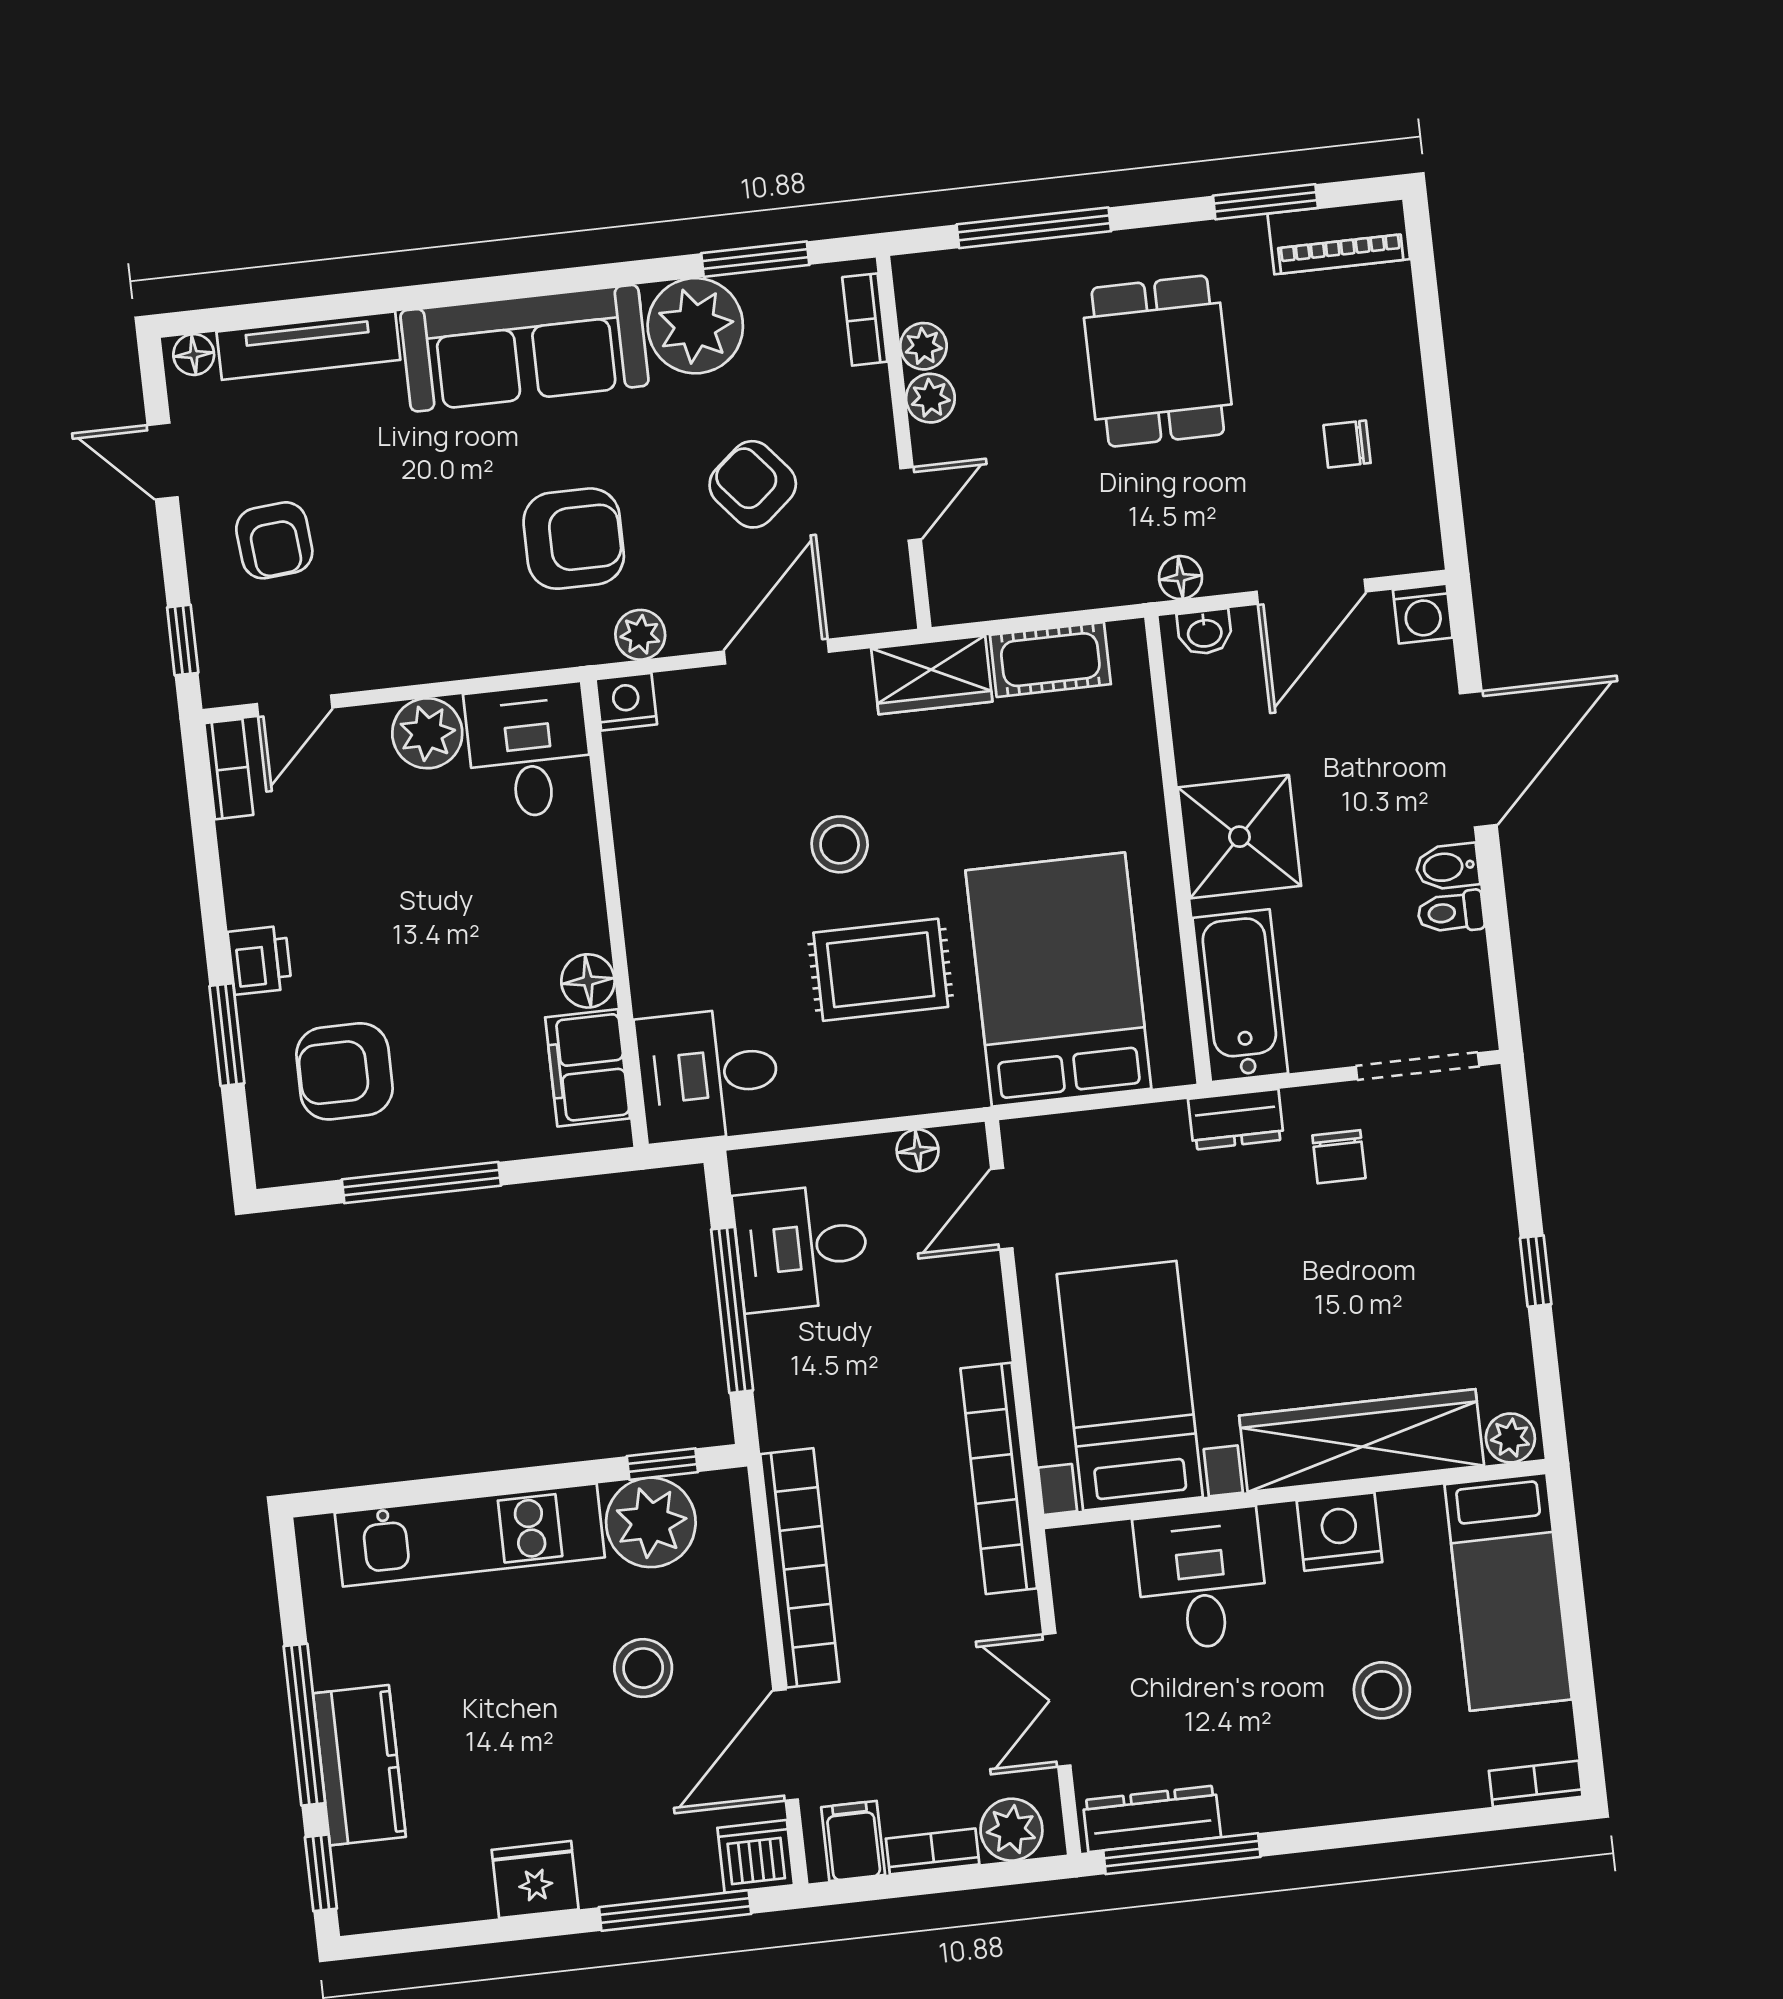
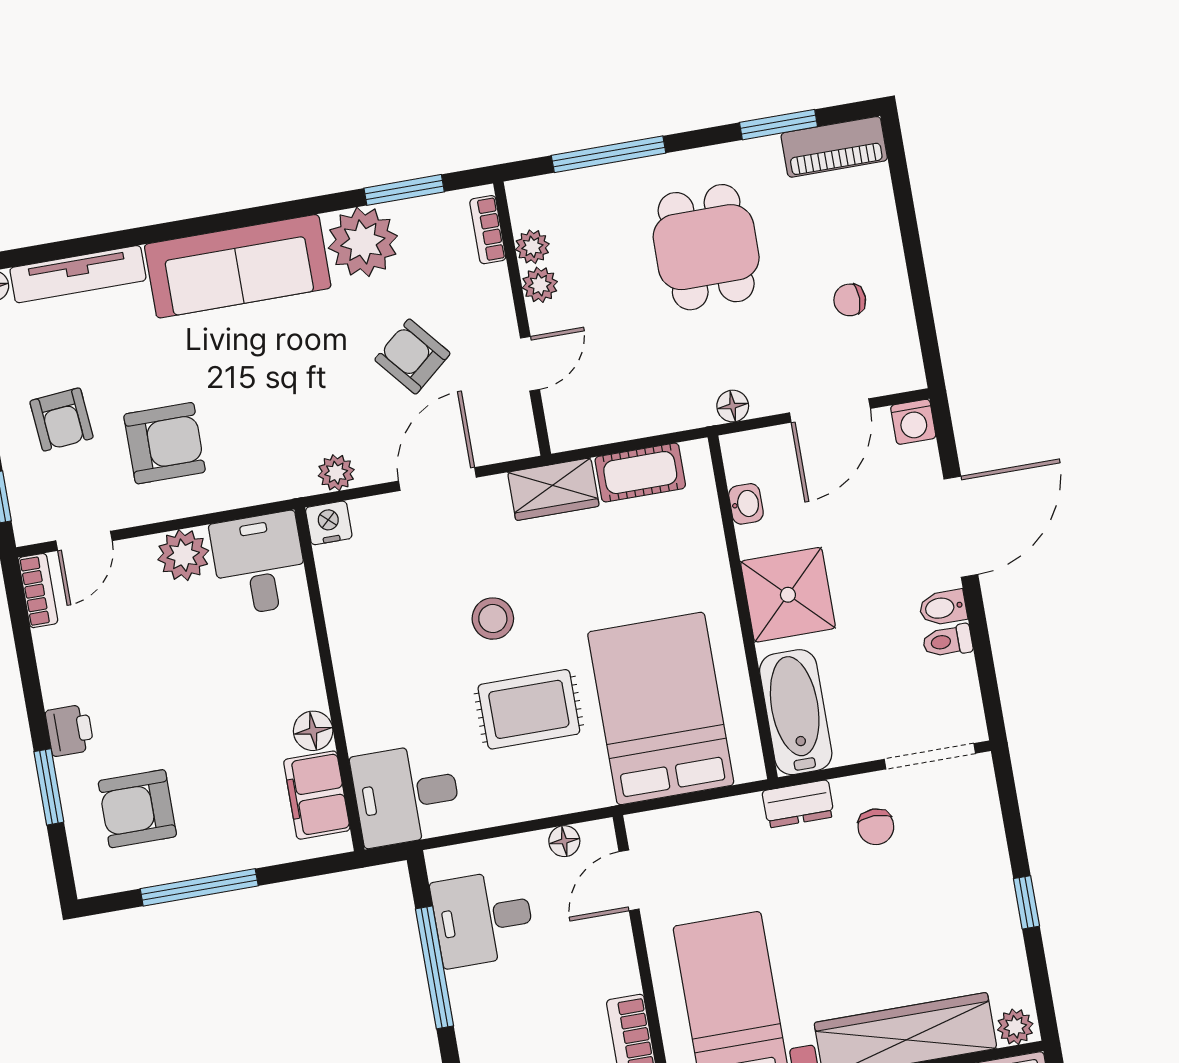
armchair: (574, 539) -> (165, 443), moved
washbasin: (1205, 632) -> (746, 504), moved, turned -90

